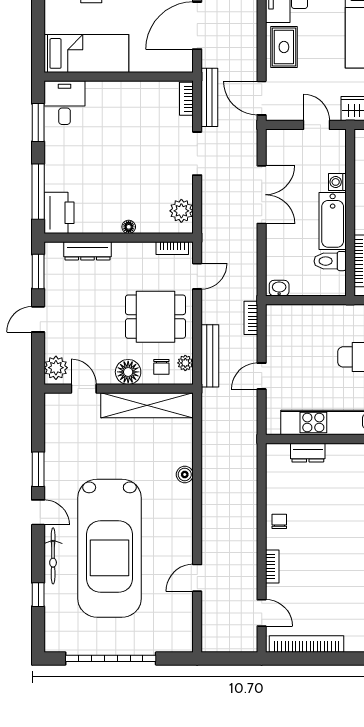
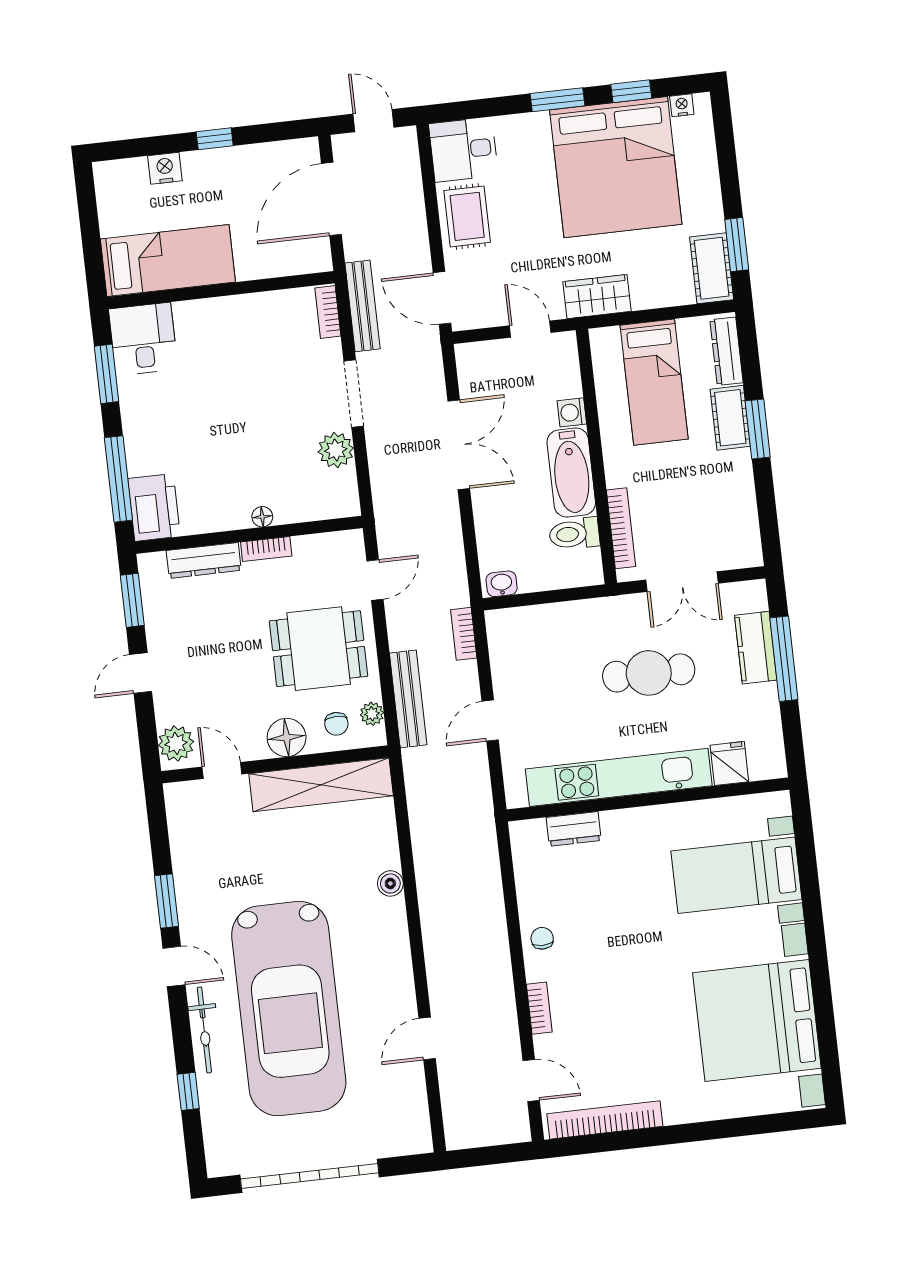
plant: (181, 211) -> (336, 450), moved
bookcase: (172, 248) -> (266, 549), moved

